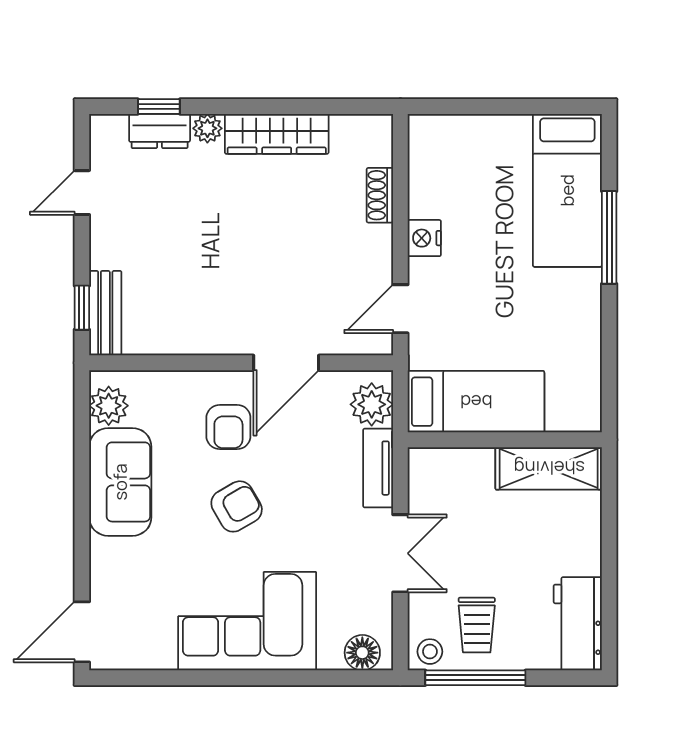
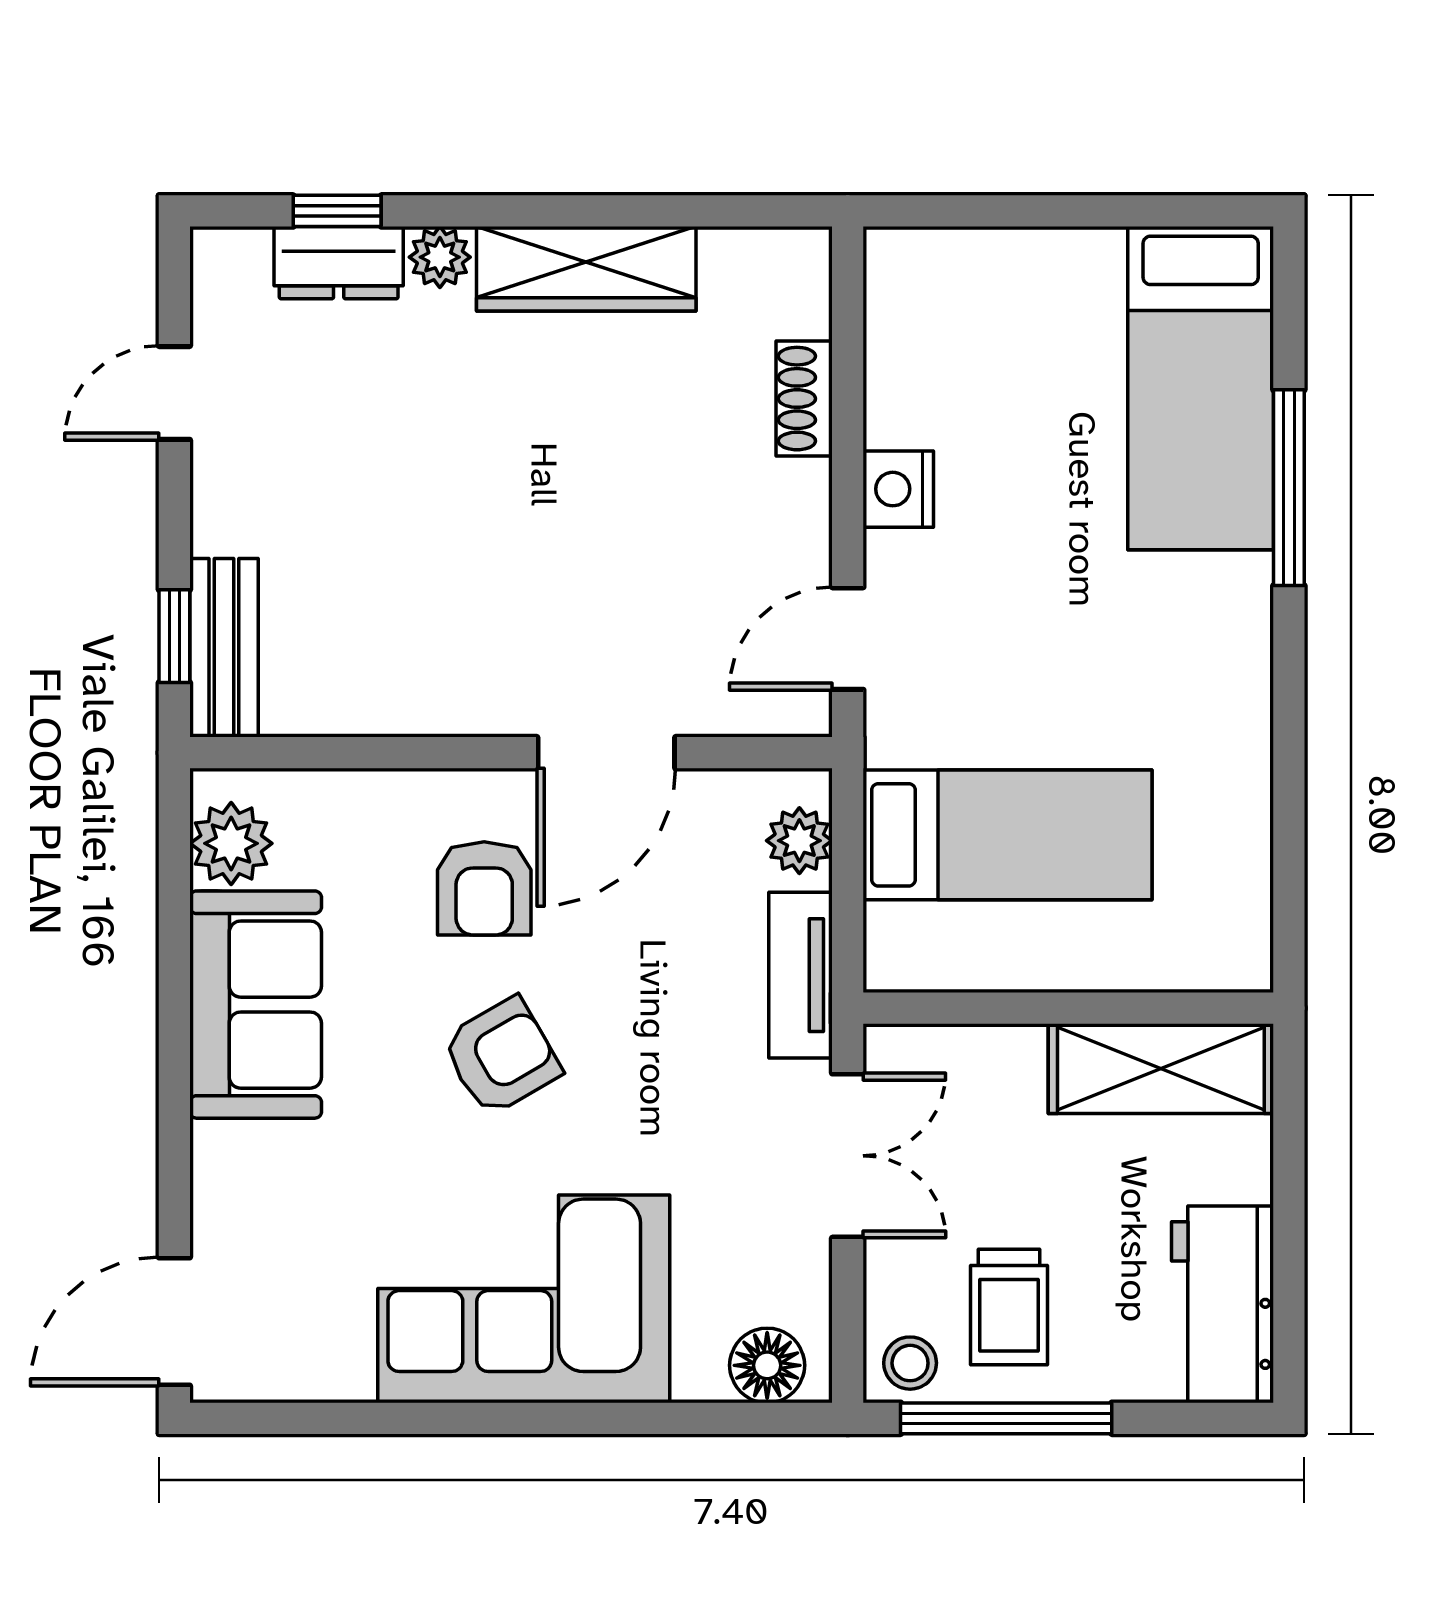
plant: (372, 404) -> (799, 841), width x0.73, depth x0.73
wall: (505, 440) -> (1068, 1008), moved
shelving: (549, 468) -> (1161, 1069), moved

